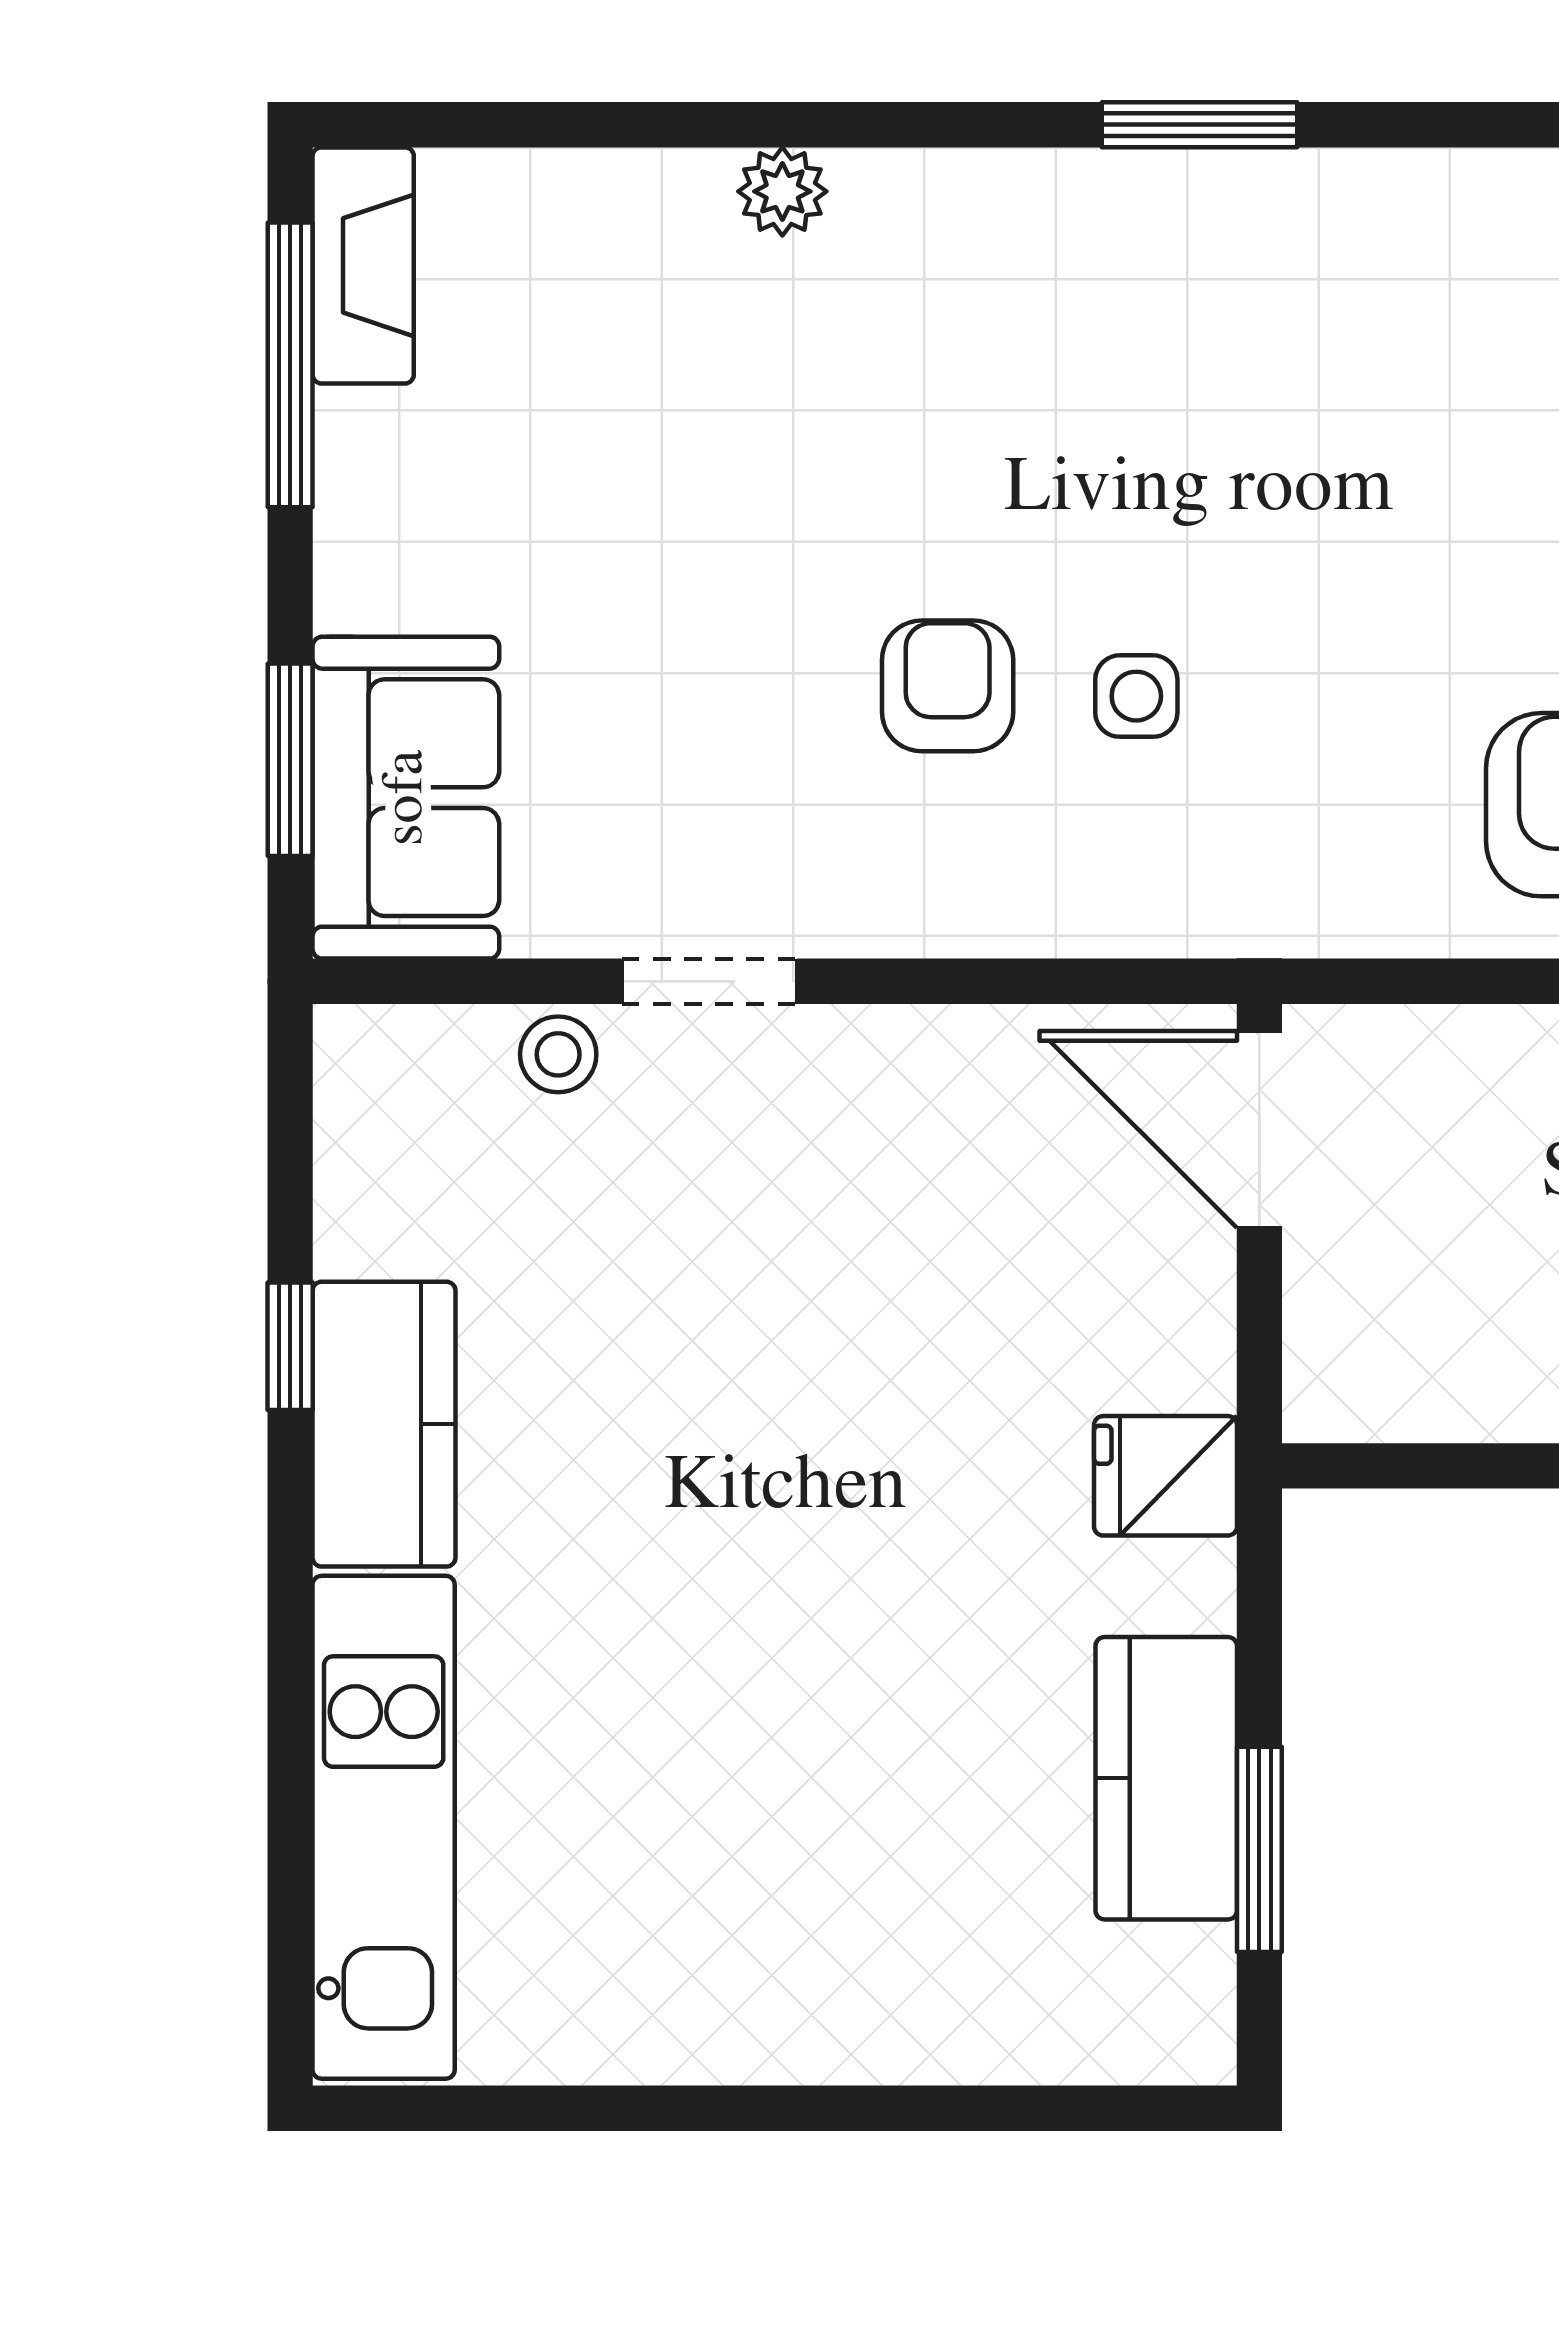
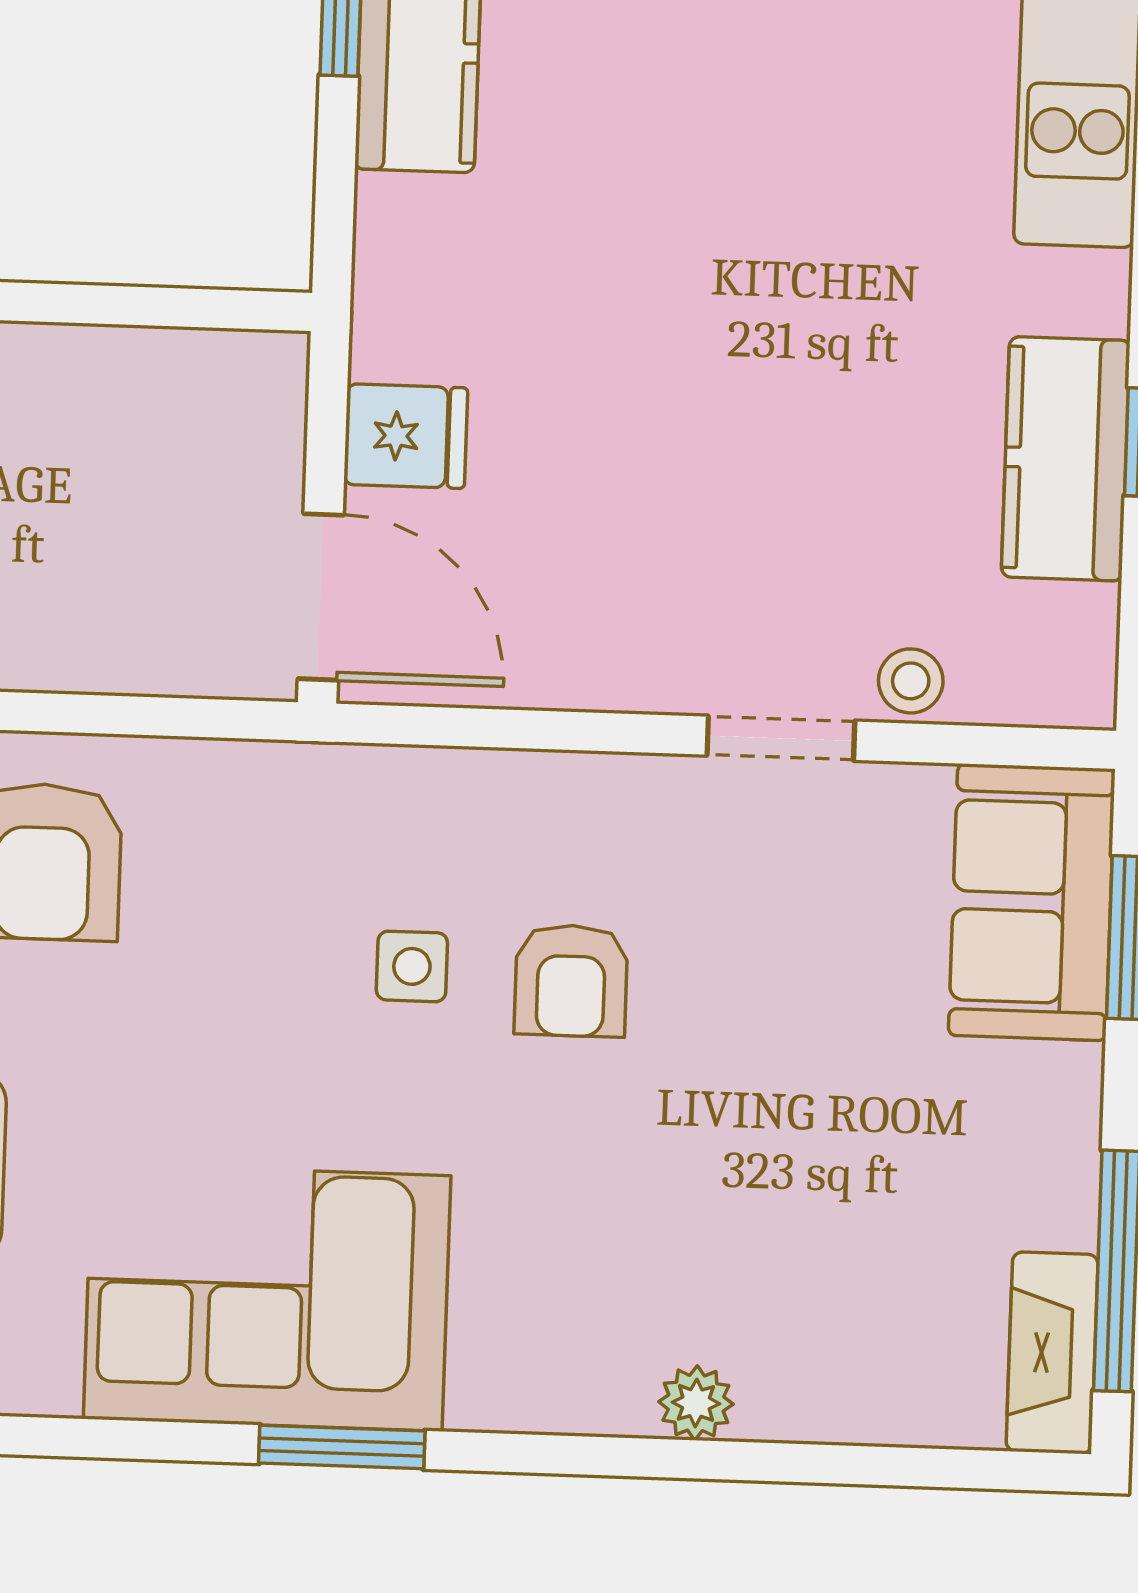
corner sofa: (1294, 299) -> (267, 1297), added
kitchen counter: (384, 1424) -> (1066, 459), moved
fridge: (1166, 1476) -> (406, 436), moved

